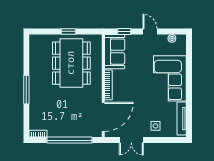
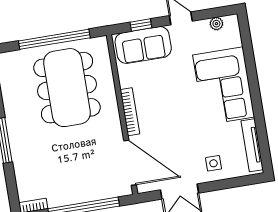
window: (68, 31) -> (54, 39), width x3.17
sofa: (115, 52) -> (143, 45), moved, turned 90
door: (103, 117) -> (130, 163), hinge flipped

